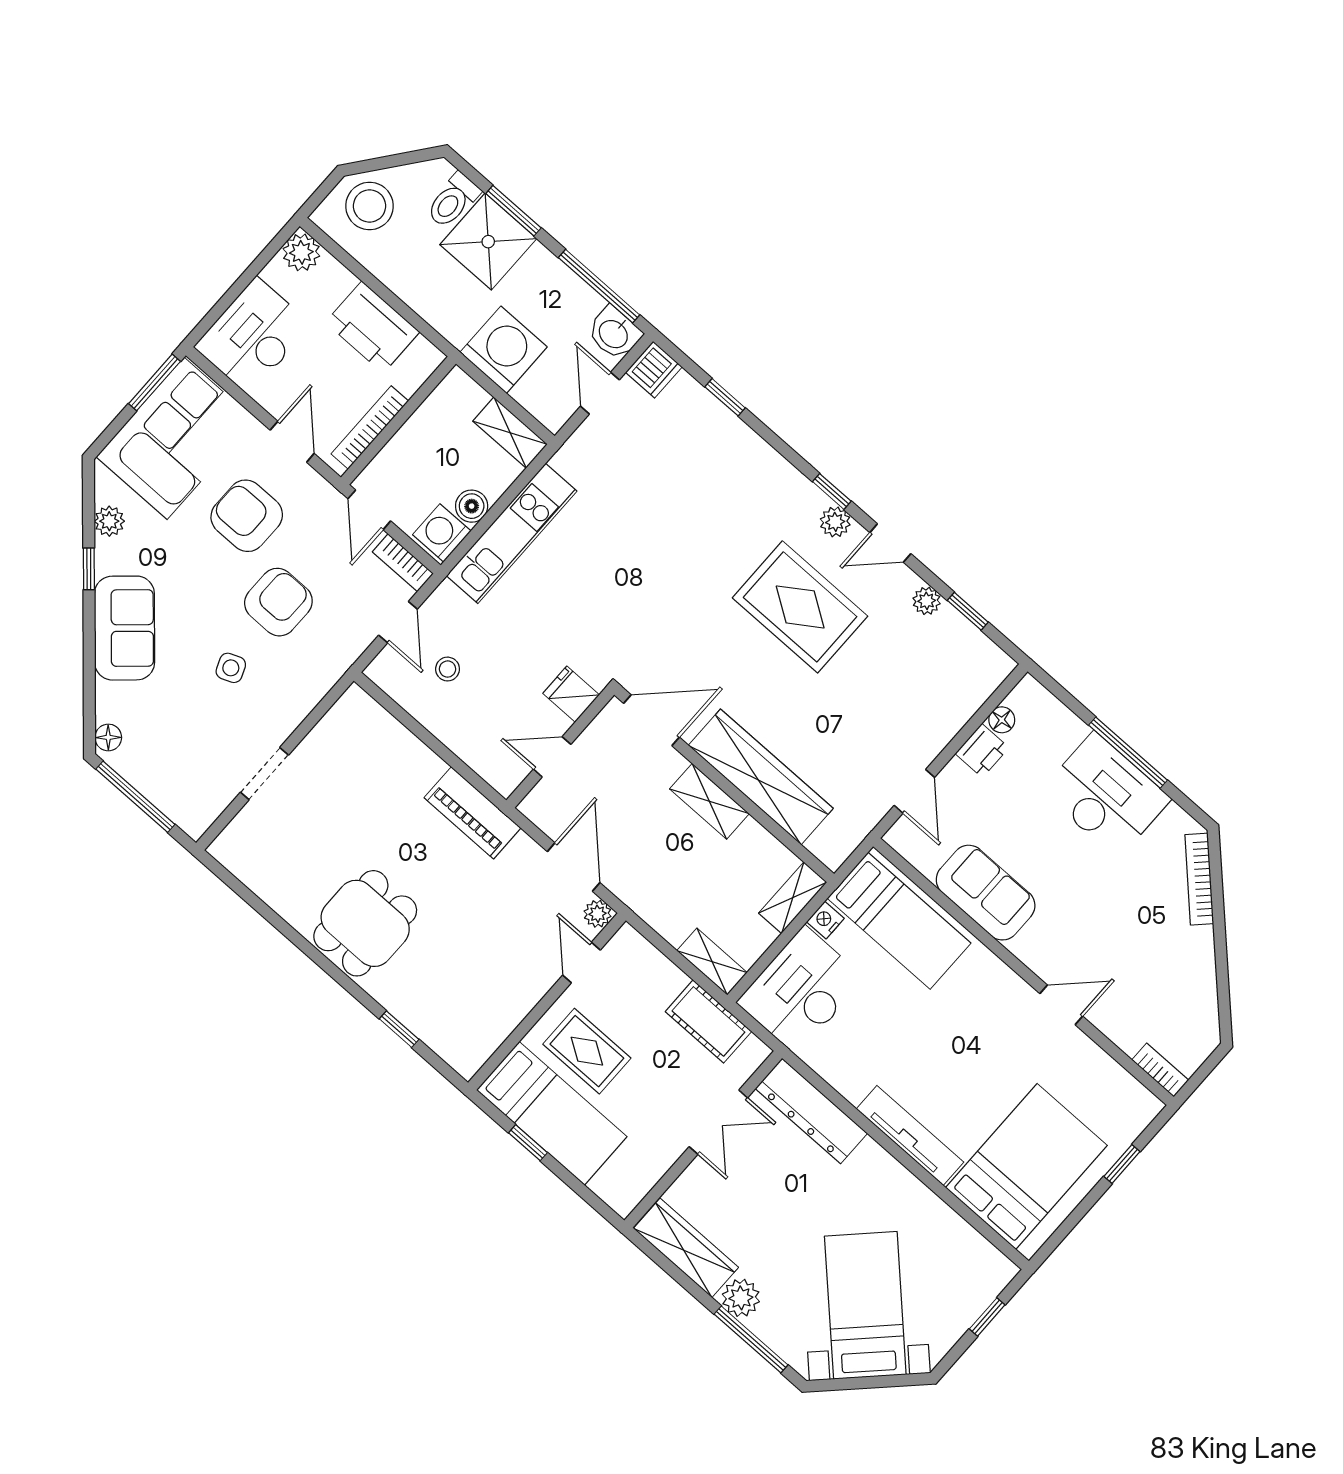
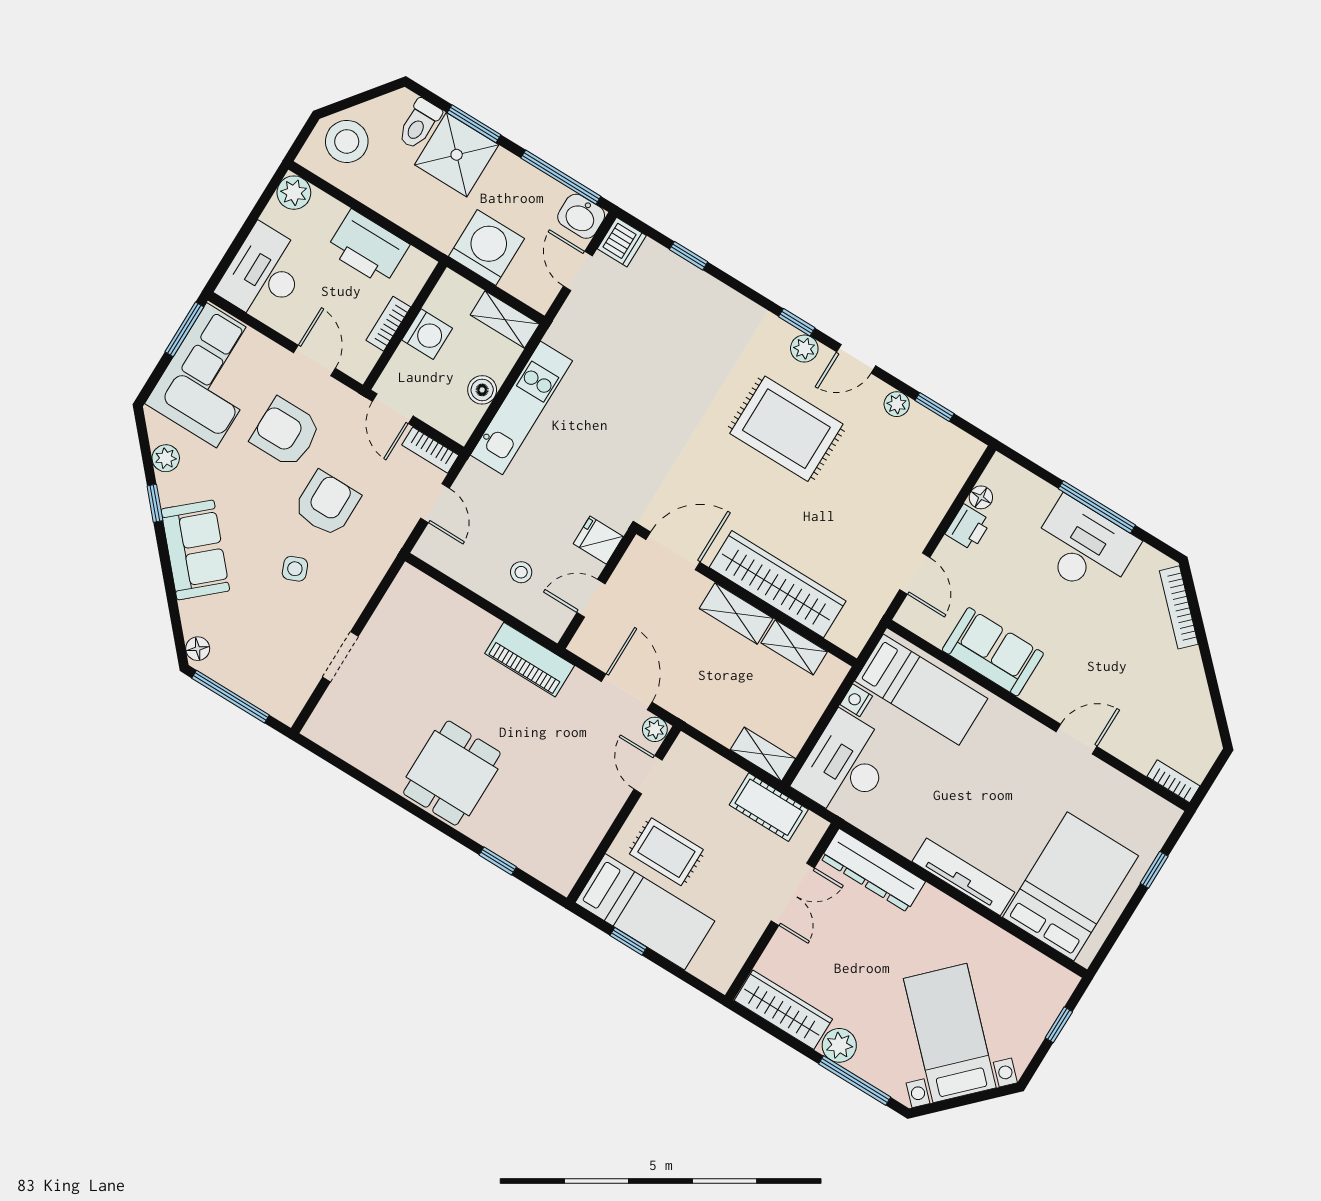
bookcase: (370, 427) -> (388, 324), width x0.64
washing machine: (442, 533) -> (427, 334), moved, turned 180
stool: (448, 669) -> (521, 572), moved
shelving: (793, 898) -> (794, 647), moved, turned 90

